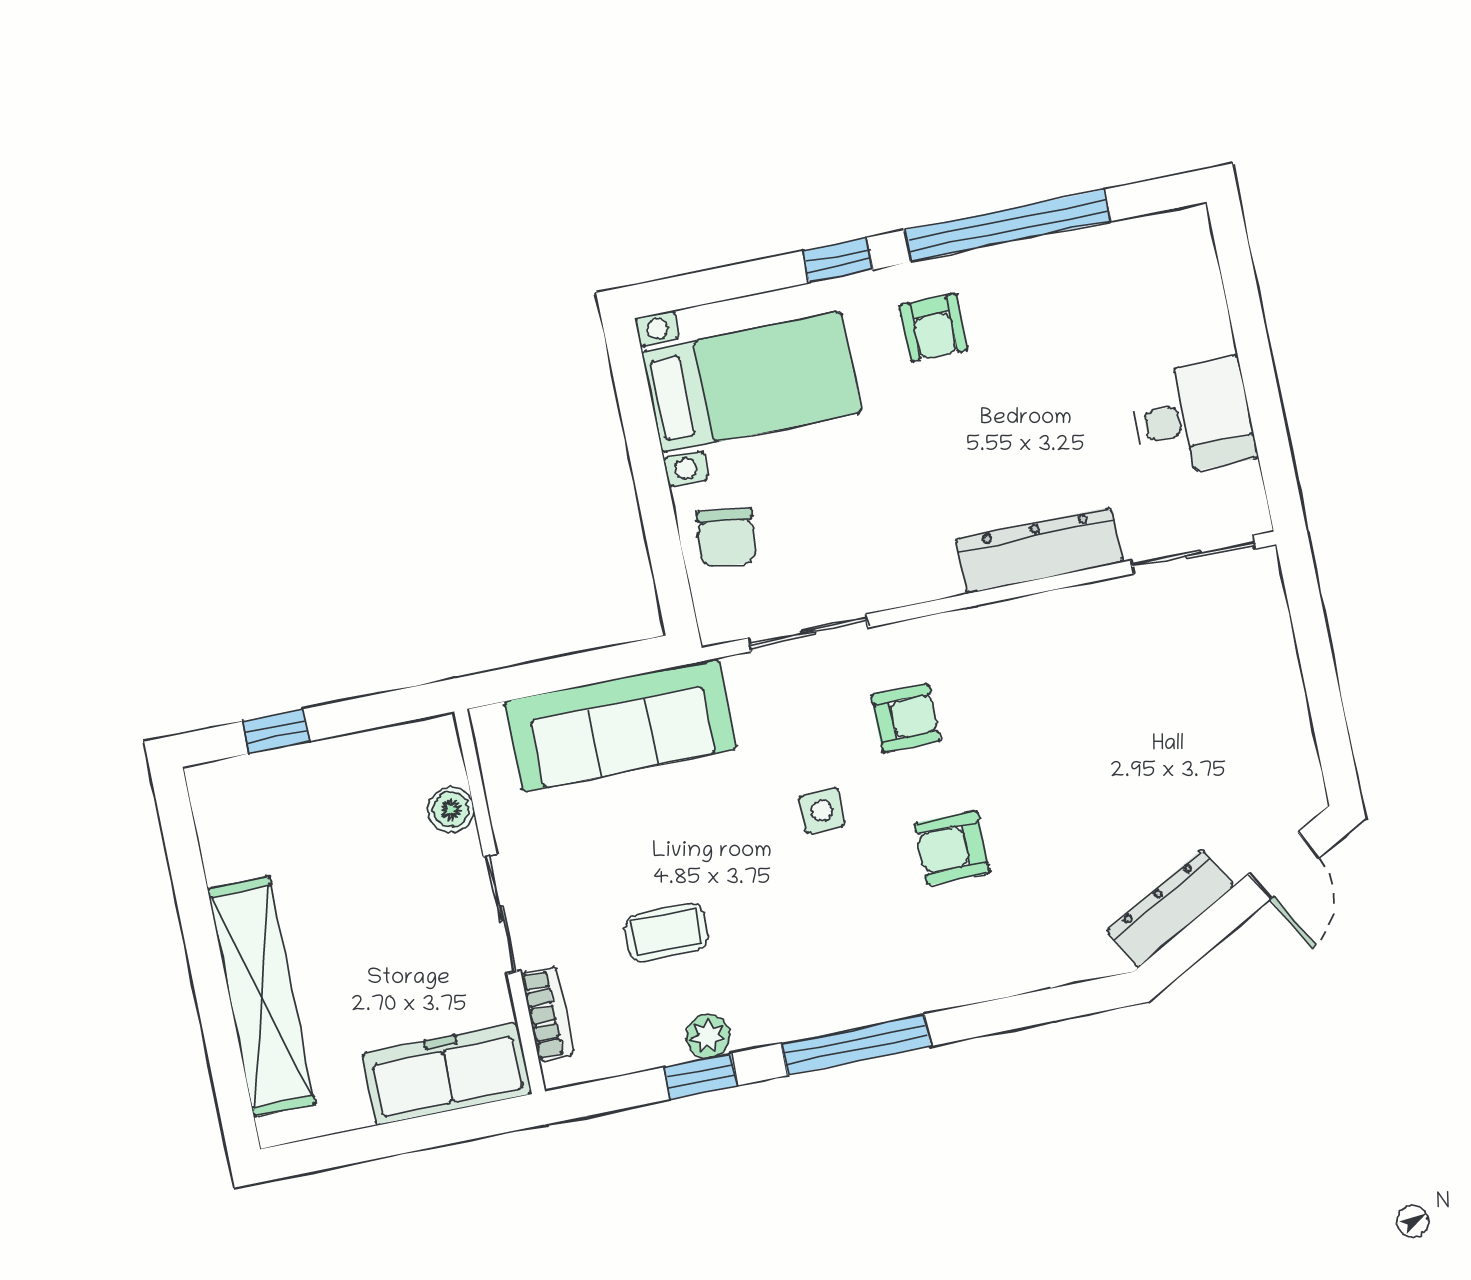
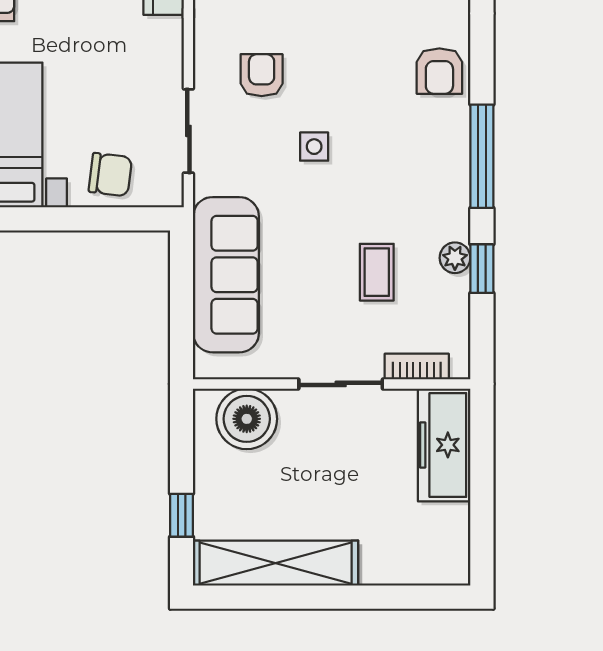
boiler: (451, 810) -> (247, 419), width x1.86, depth x1.86
armchair: (952, 848) -> (439, 71), moved
shelving: (261, 996) -> (276, 563), moved

